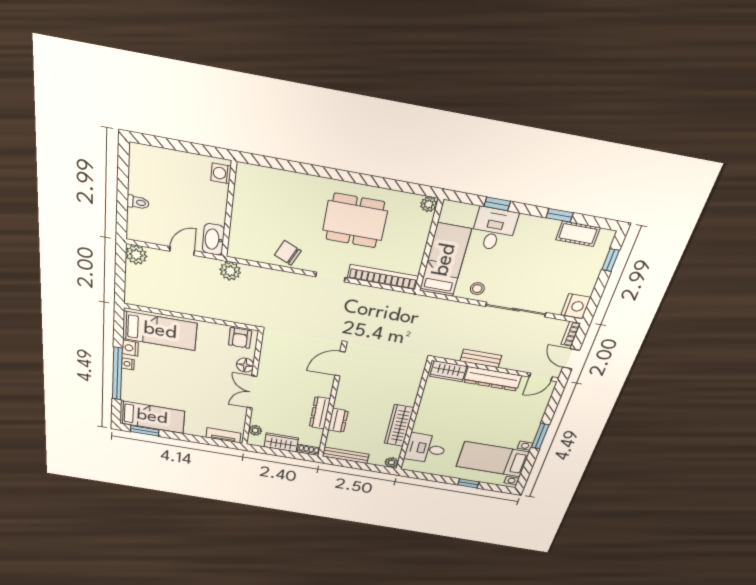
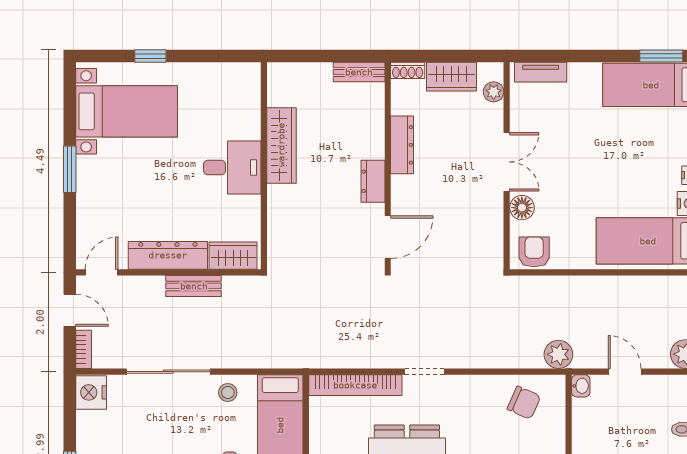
washbasin: (213, 239) -> (581, 386), width x0.52, depth x0.69
door: (182, 251) -> (625, 372), swing flipped
chair: (288, 253) -> (524, 403), moved
dresser: (338, 420) -> (373, 181), moved
desk: (425, 448) -> (232, 168), moved
bench: (346, 455) -> (359, 72), width x0.73
plant: (392, 462) -> (277, 73), removed

